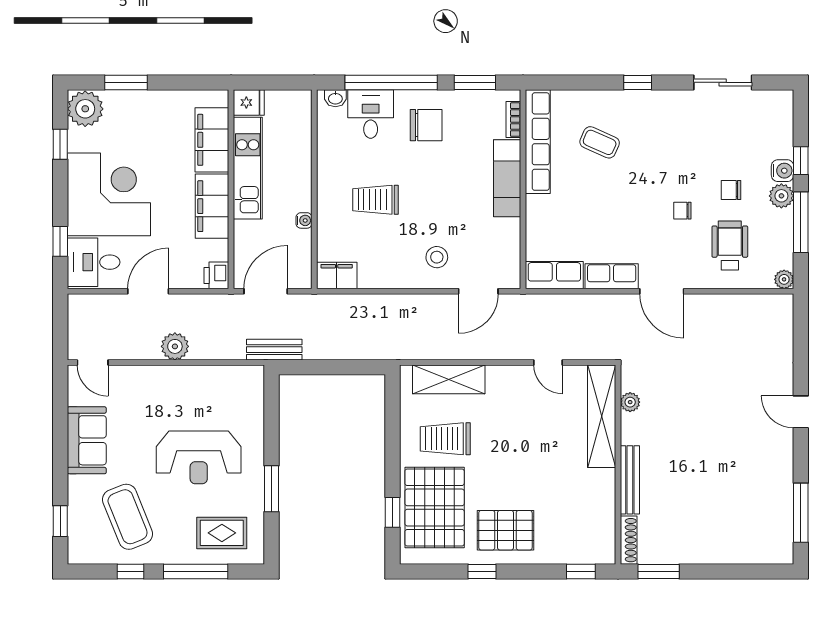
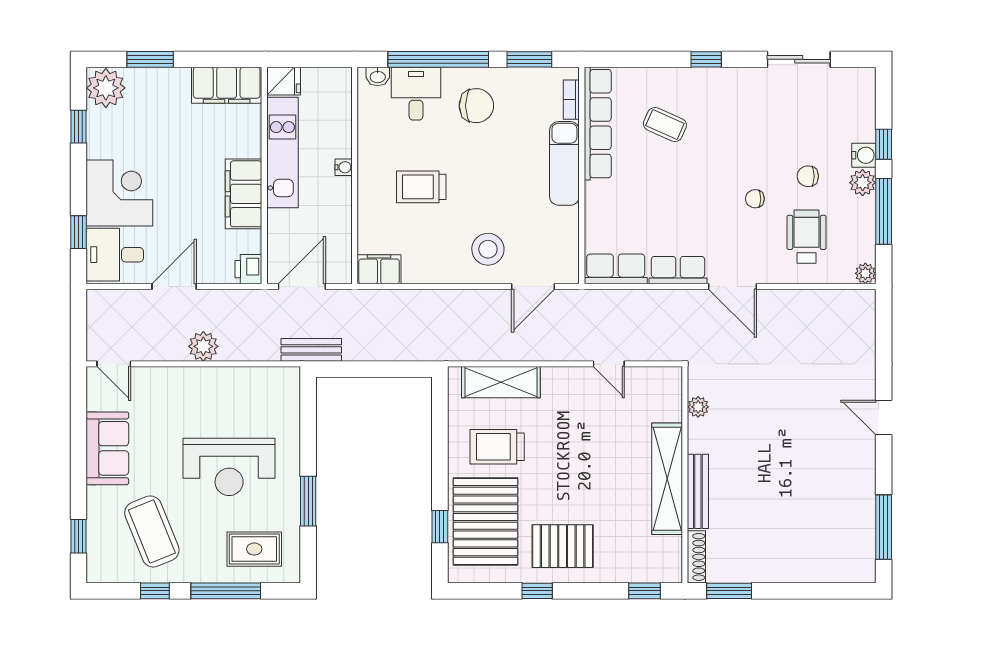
filing cabinet: (212, 140) -> (227, 85), moved, turned -90
corner desk: (109, 194) -> (119, 193), width x0.74, depth x0.74
water cooler: (304, 220) -> (344, 167), moved
stool: (437, 257) -> (488, 249), width x1.38, depth x1.38
shelving: (602, 416) -> (667, 479), moved

